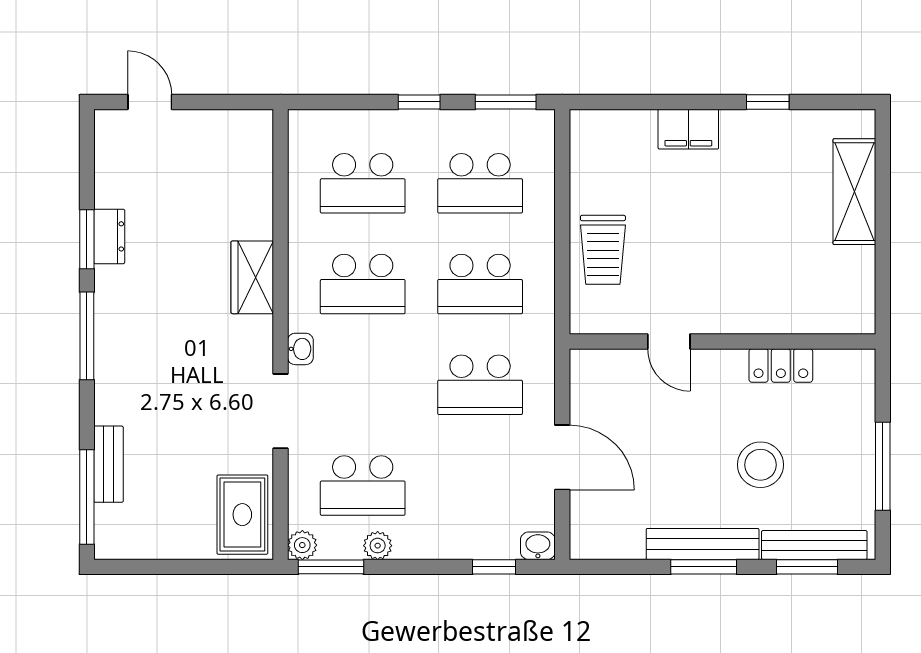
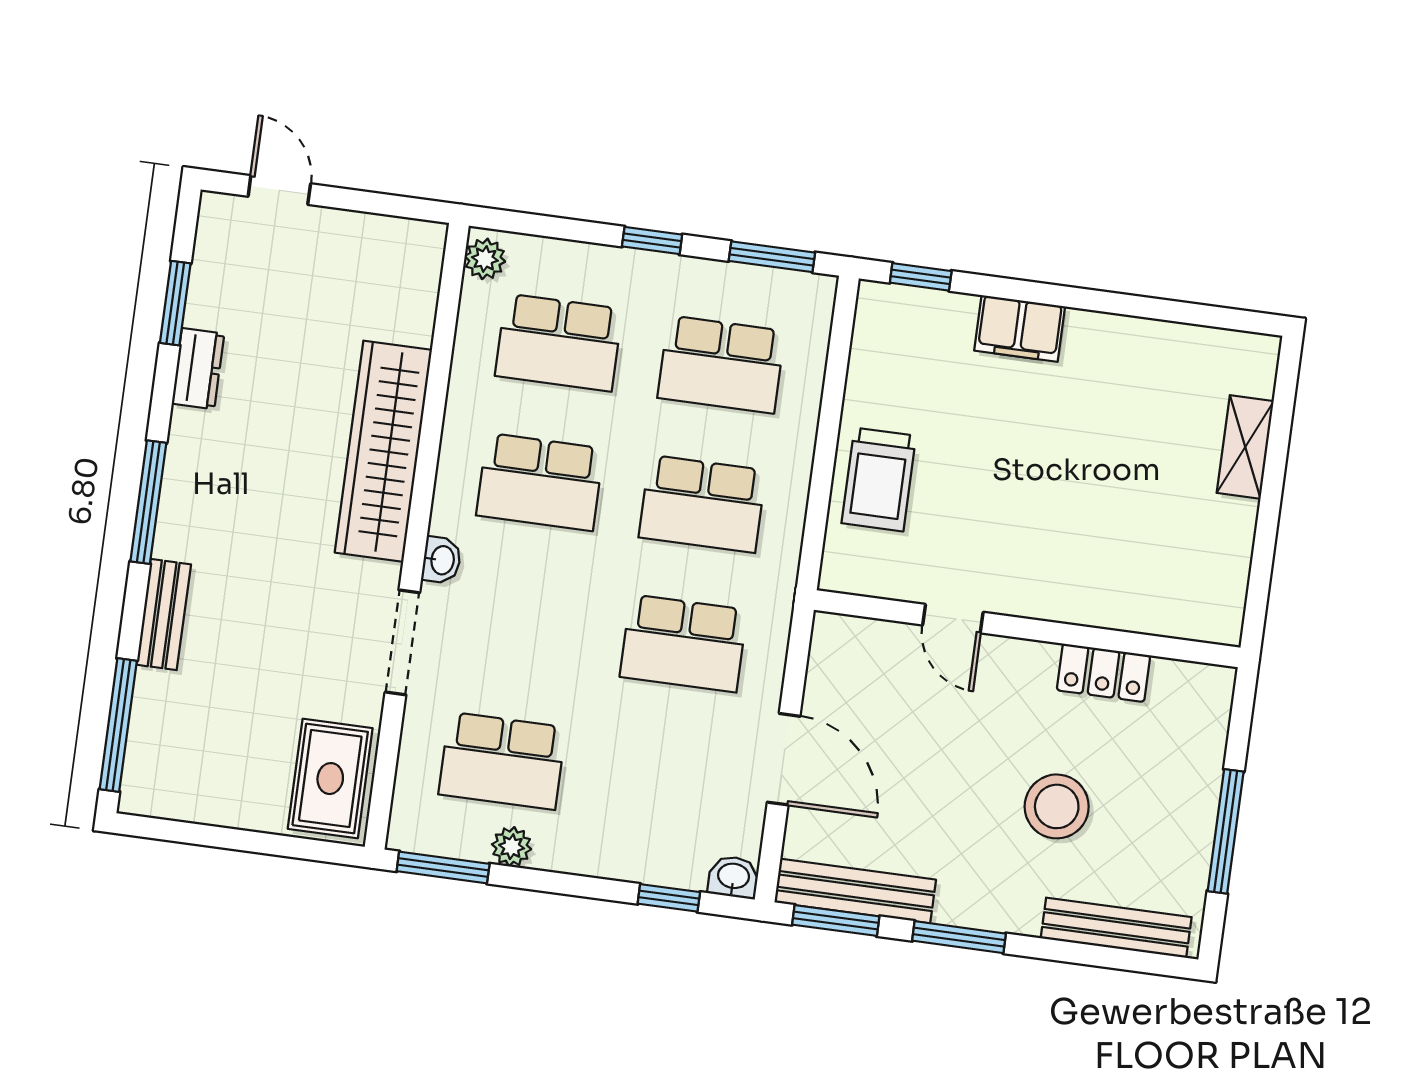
window: (768, 102) -> (921, 277), moved
shelving: (854, 192) -> (1245, 447), width x0.67, depth x0.75
window: (87, 239) -> (175, 303), moved
wardrobe: (252, 277) -> (383, 451), width x2.10, depth x1.17
bench: (108, 464) -> (164, 615), moved
bench: (703, 544) -> (855, 891), moved
plant: (302, 545) -> (485, 259), moved
window: (807, 567) -> (836, 921), moved

